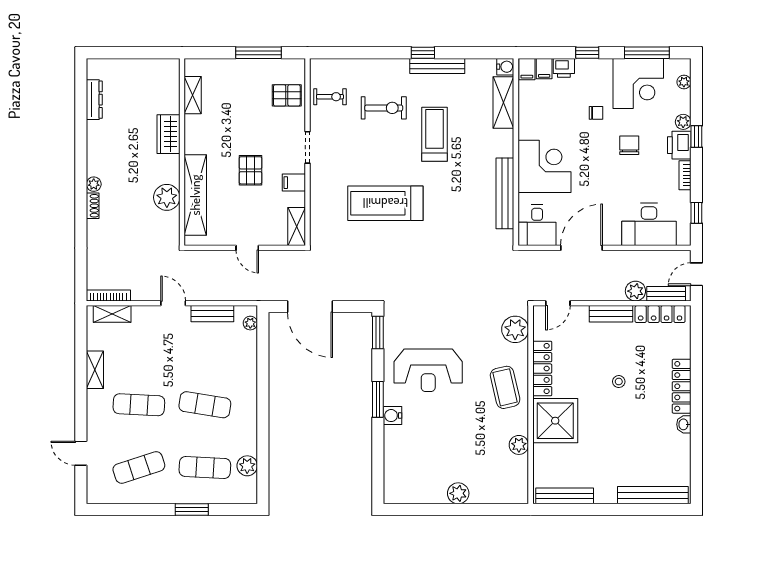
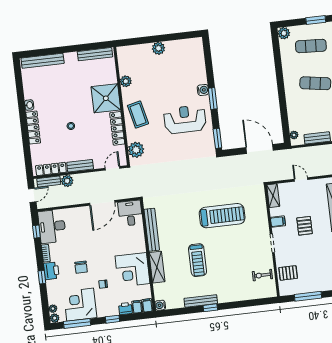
shelving: (503, 102) -> (157, 267), moved
exercise bike: (384, 108) -> (230, 272), removed
plant: (683, 122) -> (55, 318), moved
corner desk: (544, 166) -> (132, 270), moved
desk: (649, 224) -> (52, 226), moved, turned -90
plant: (247, 466) -> (284, 33), moved

